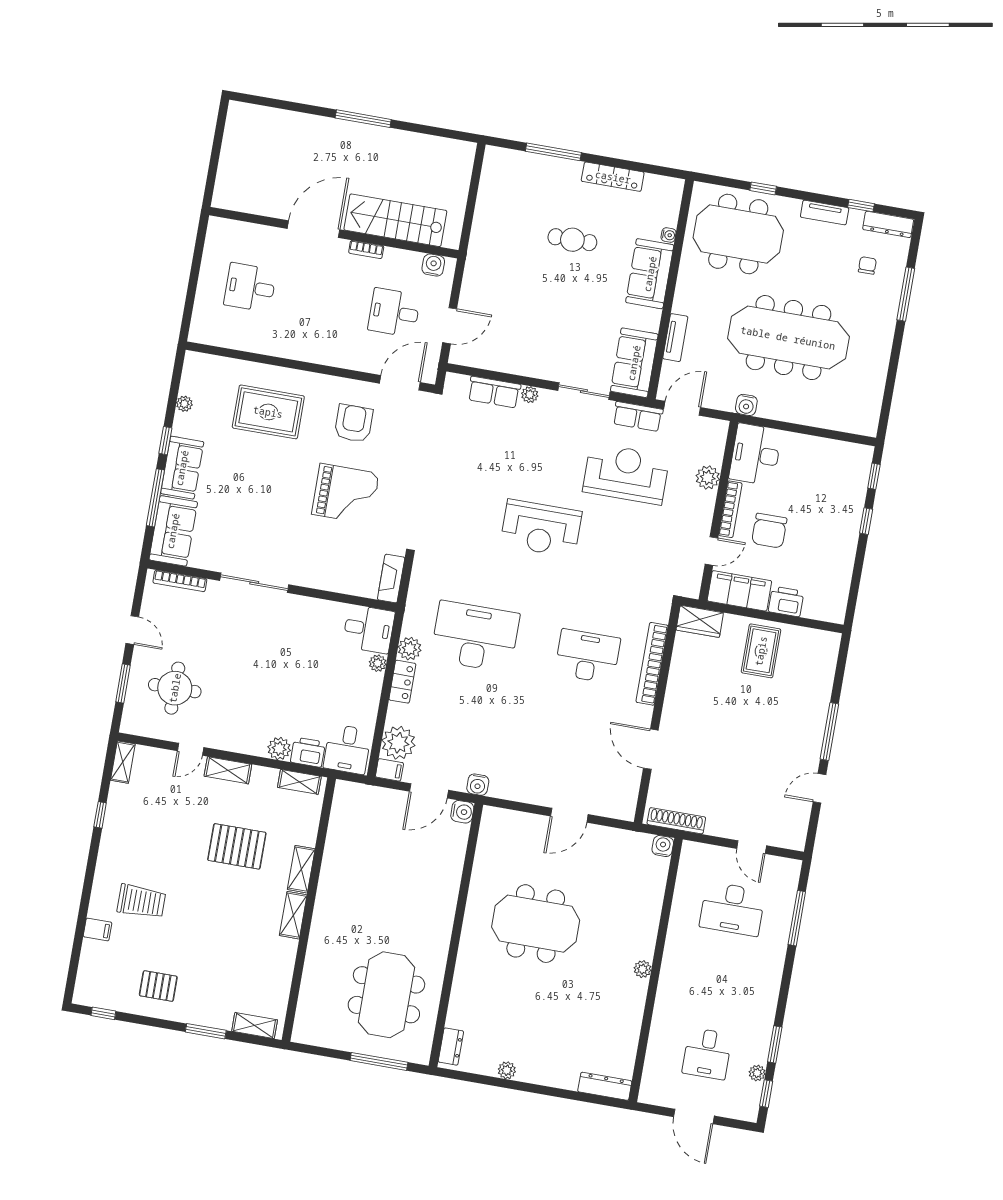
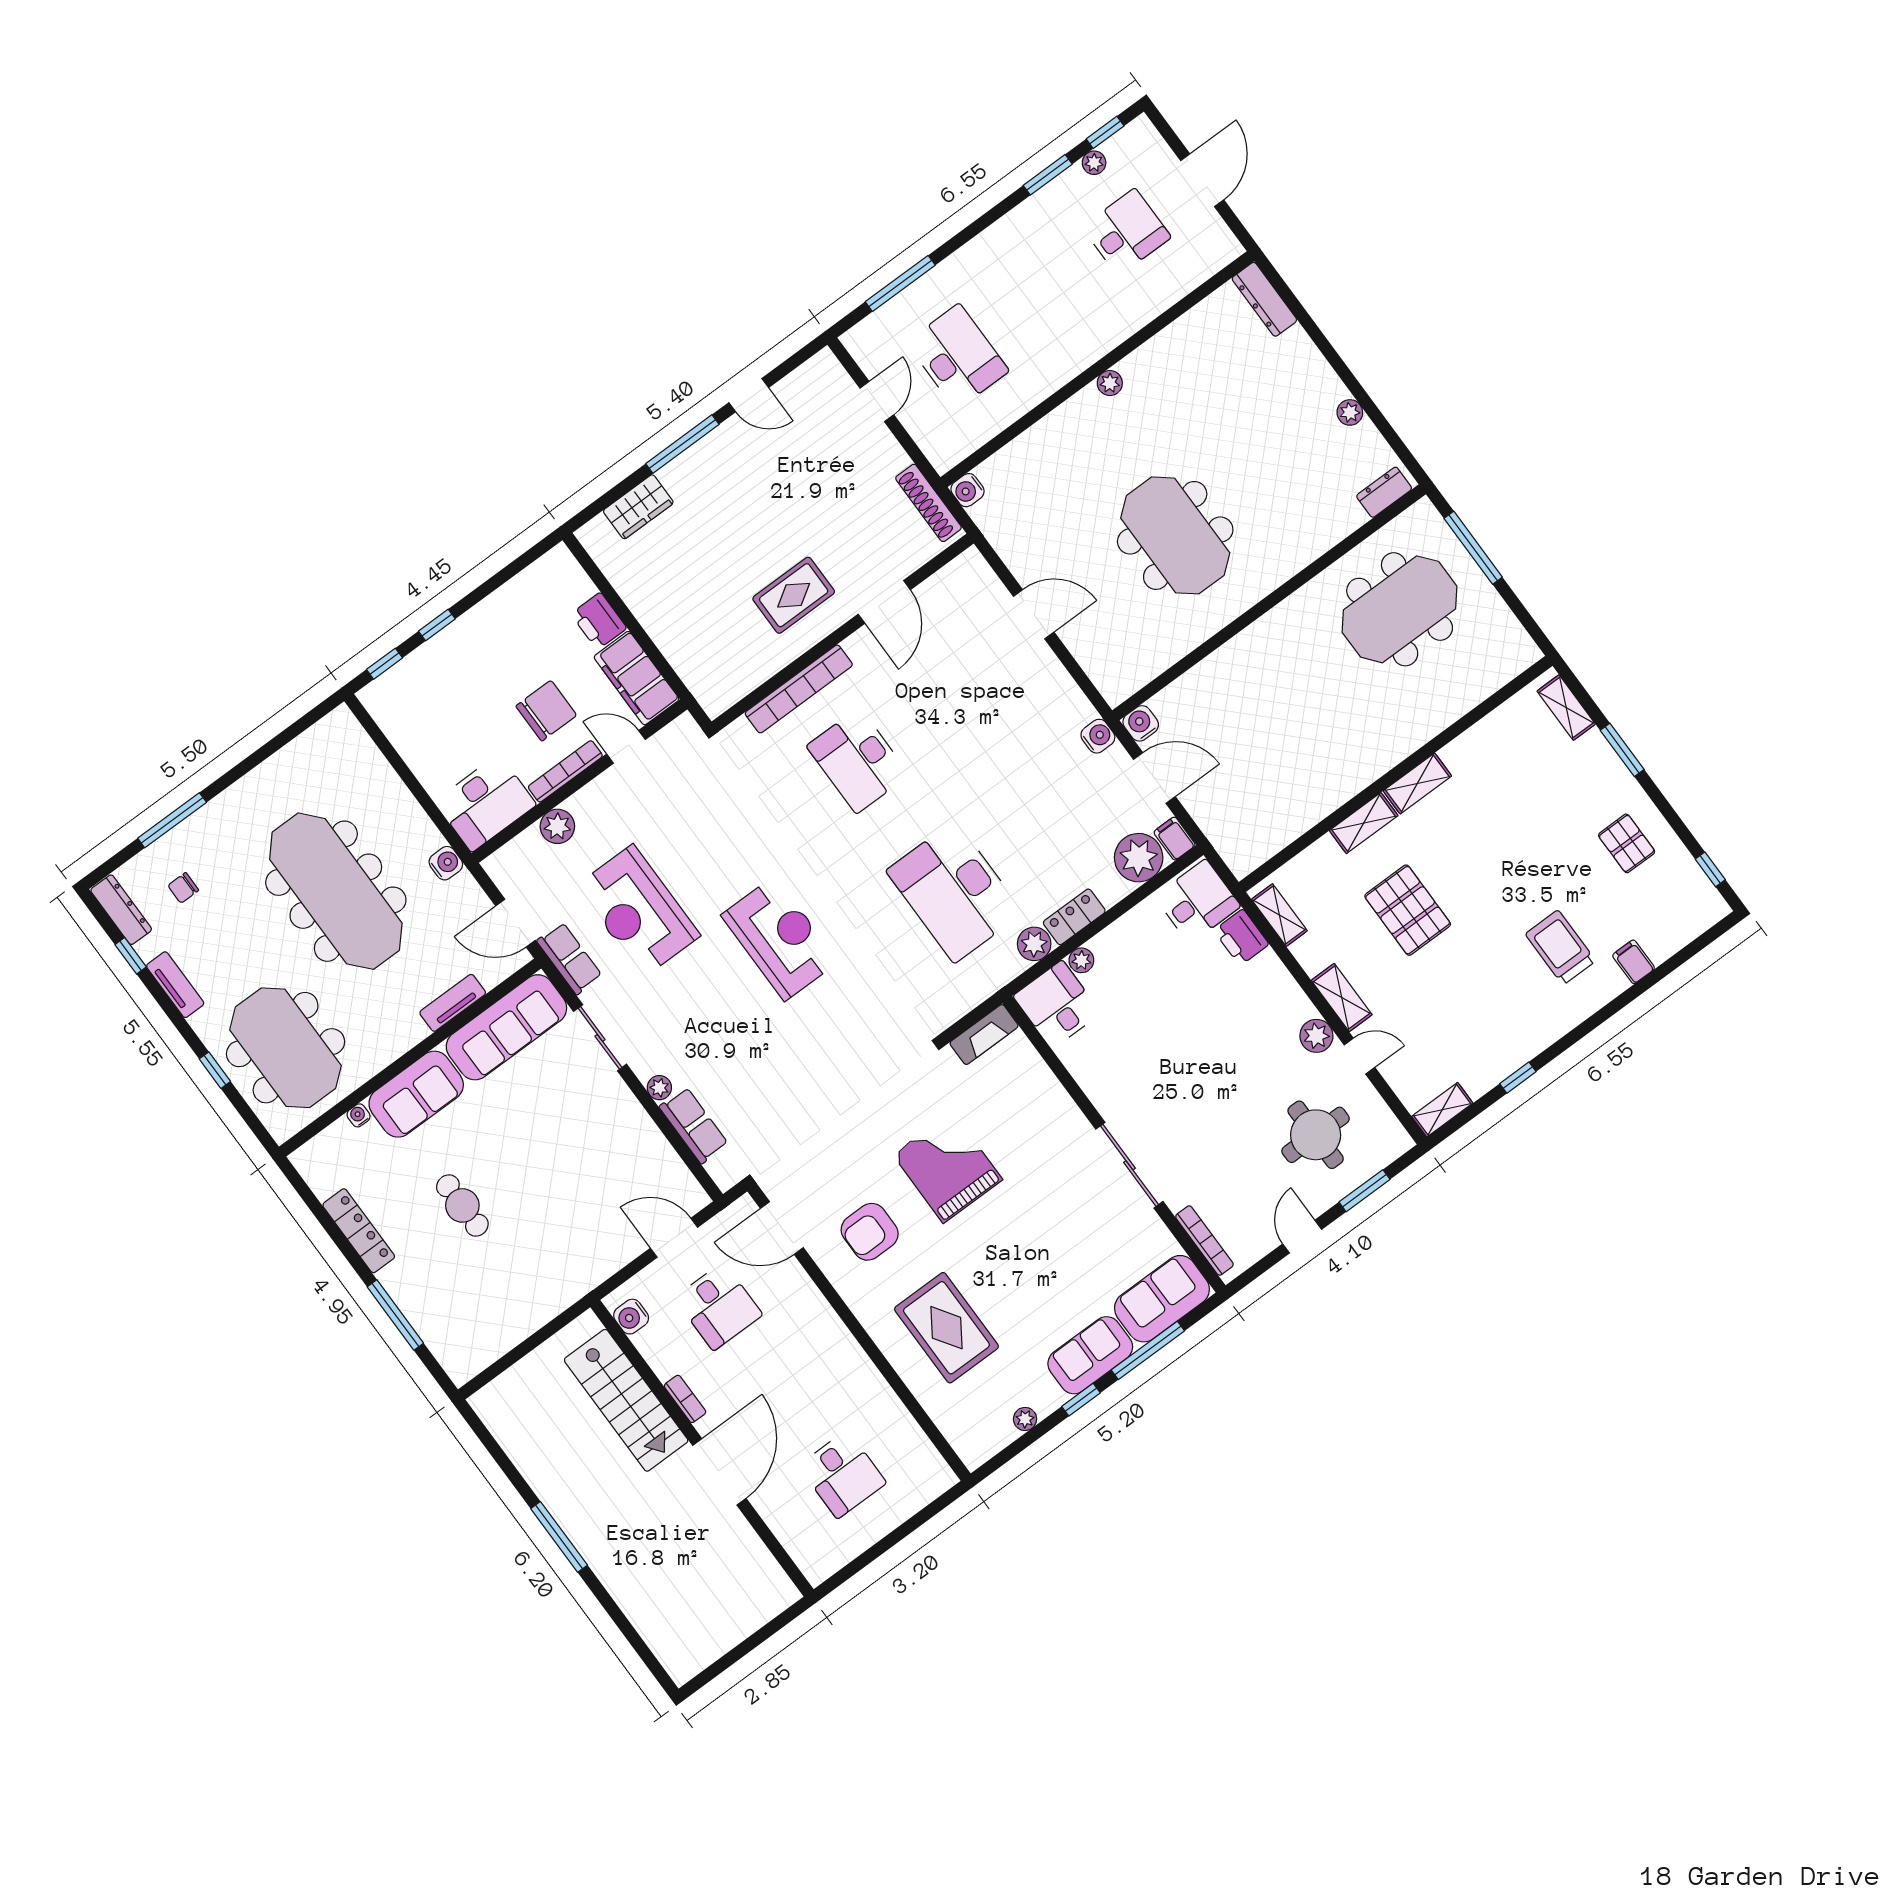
door: (314, 229) -> (719, 1472), swing flipped
sofa: (634, 363) -> (506, 1027), width x1.36
wardrobe: (700, 621) -> (638, 507), moved, turned 90
rug: (761, 651) -> (794, 595), moved
plant: (279, 749) -> (1316, 1036), moved

